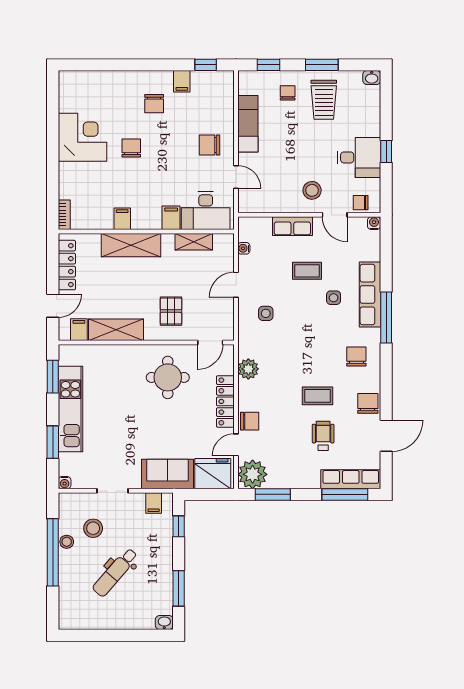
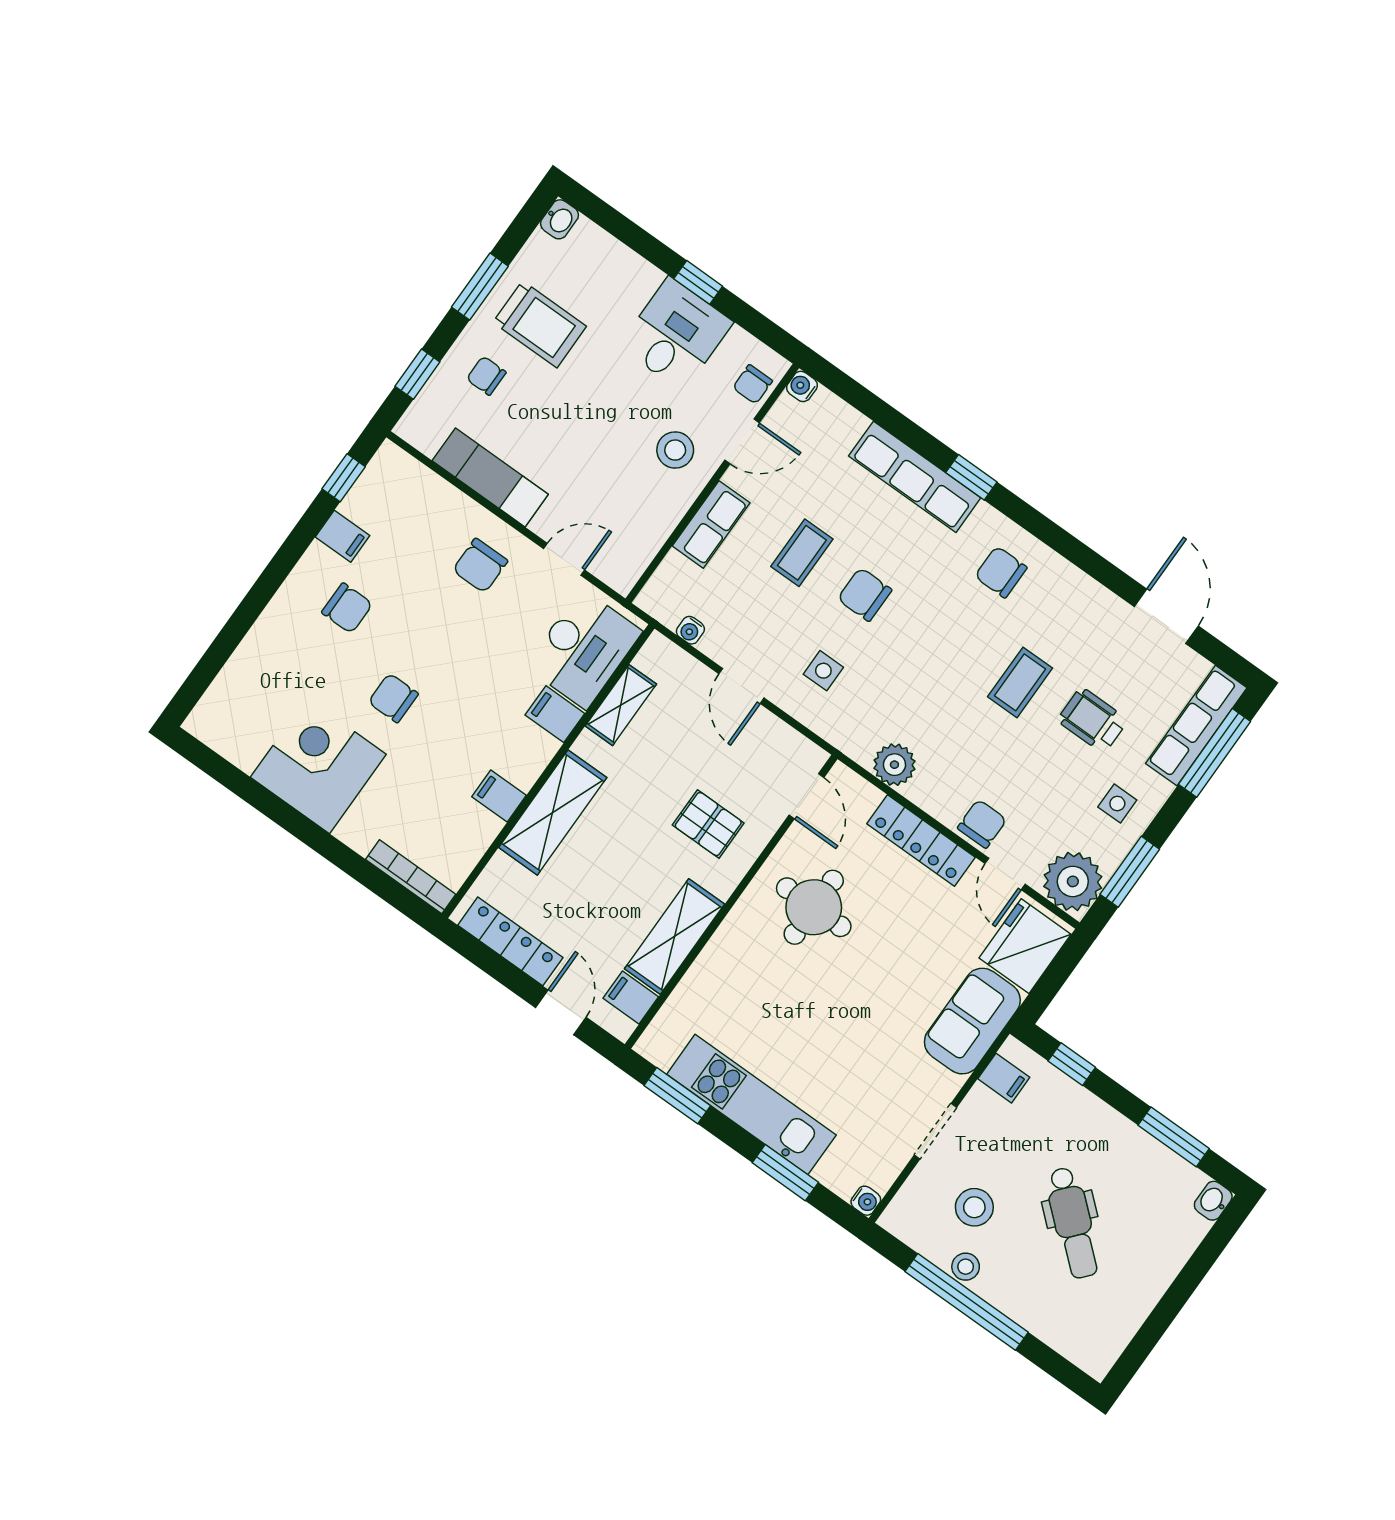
bookcase: (64, 215) -> (411, 877), width x1.56
side table: (334, 298) -> (1117, 804), moved
window: (386, 317) -> (971, 477), width x0.46
chair: (368, 403) -> (865, 594), moved

